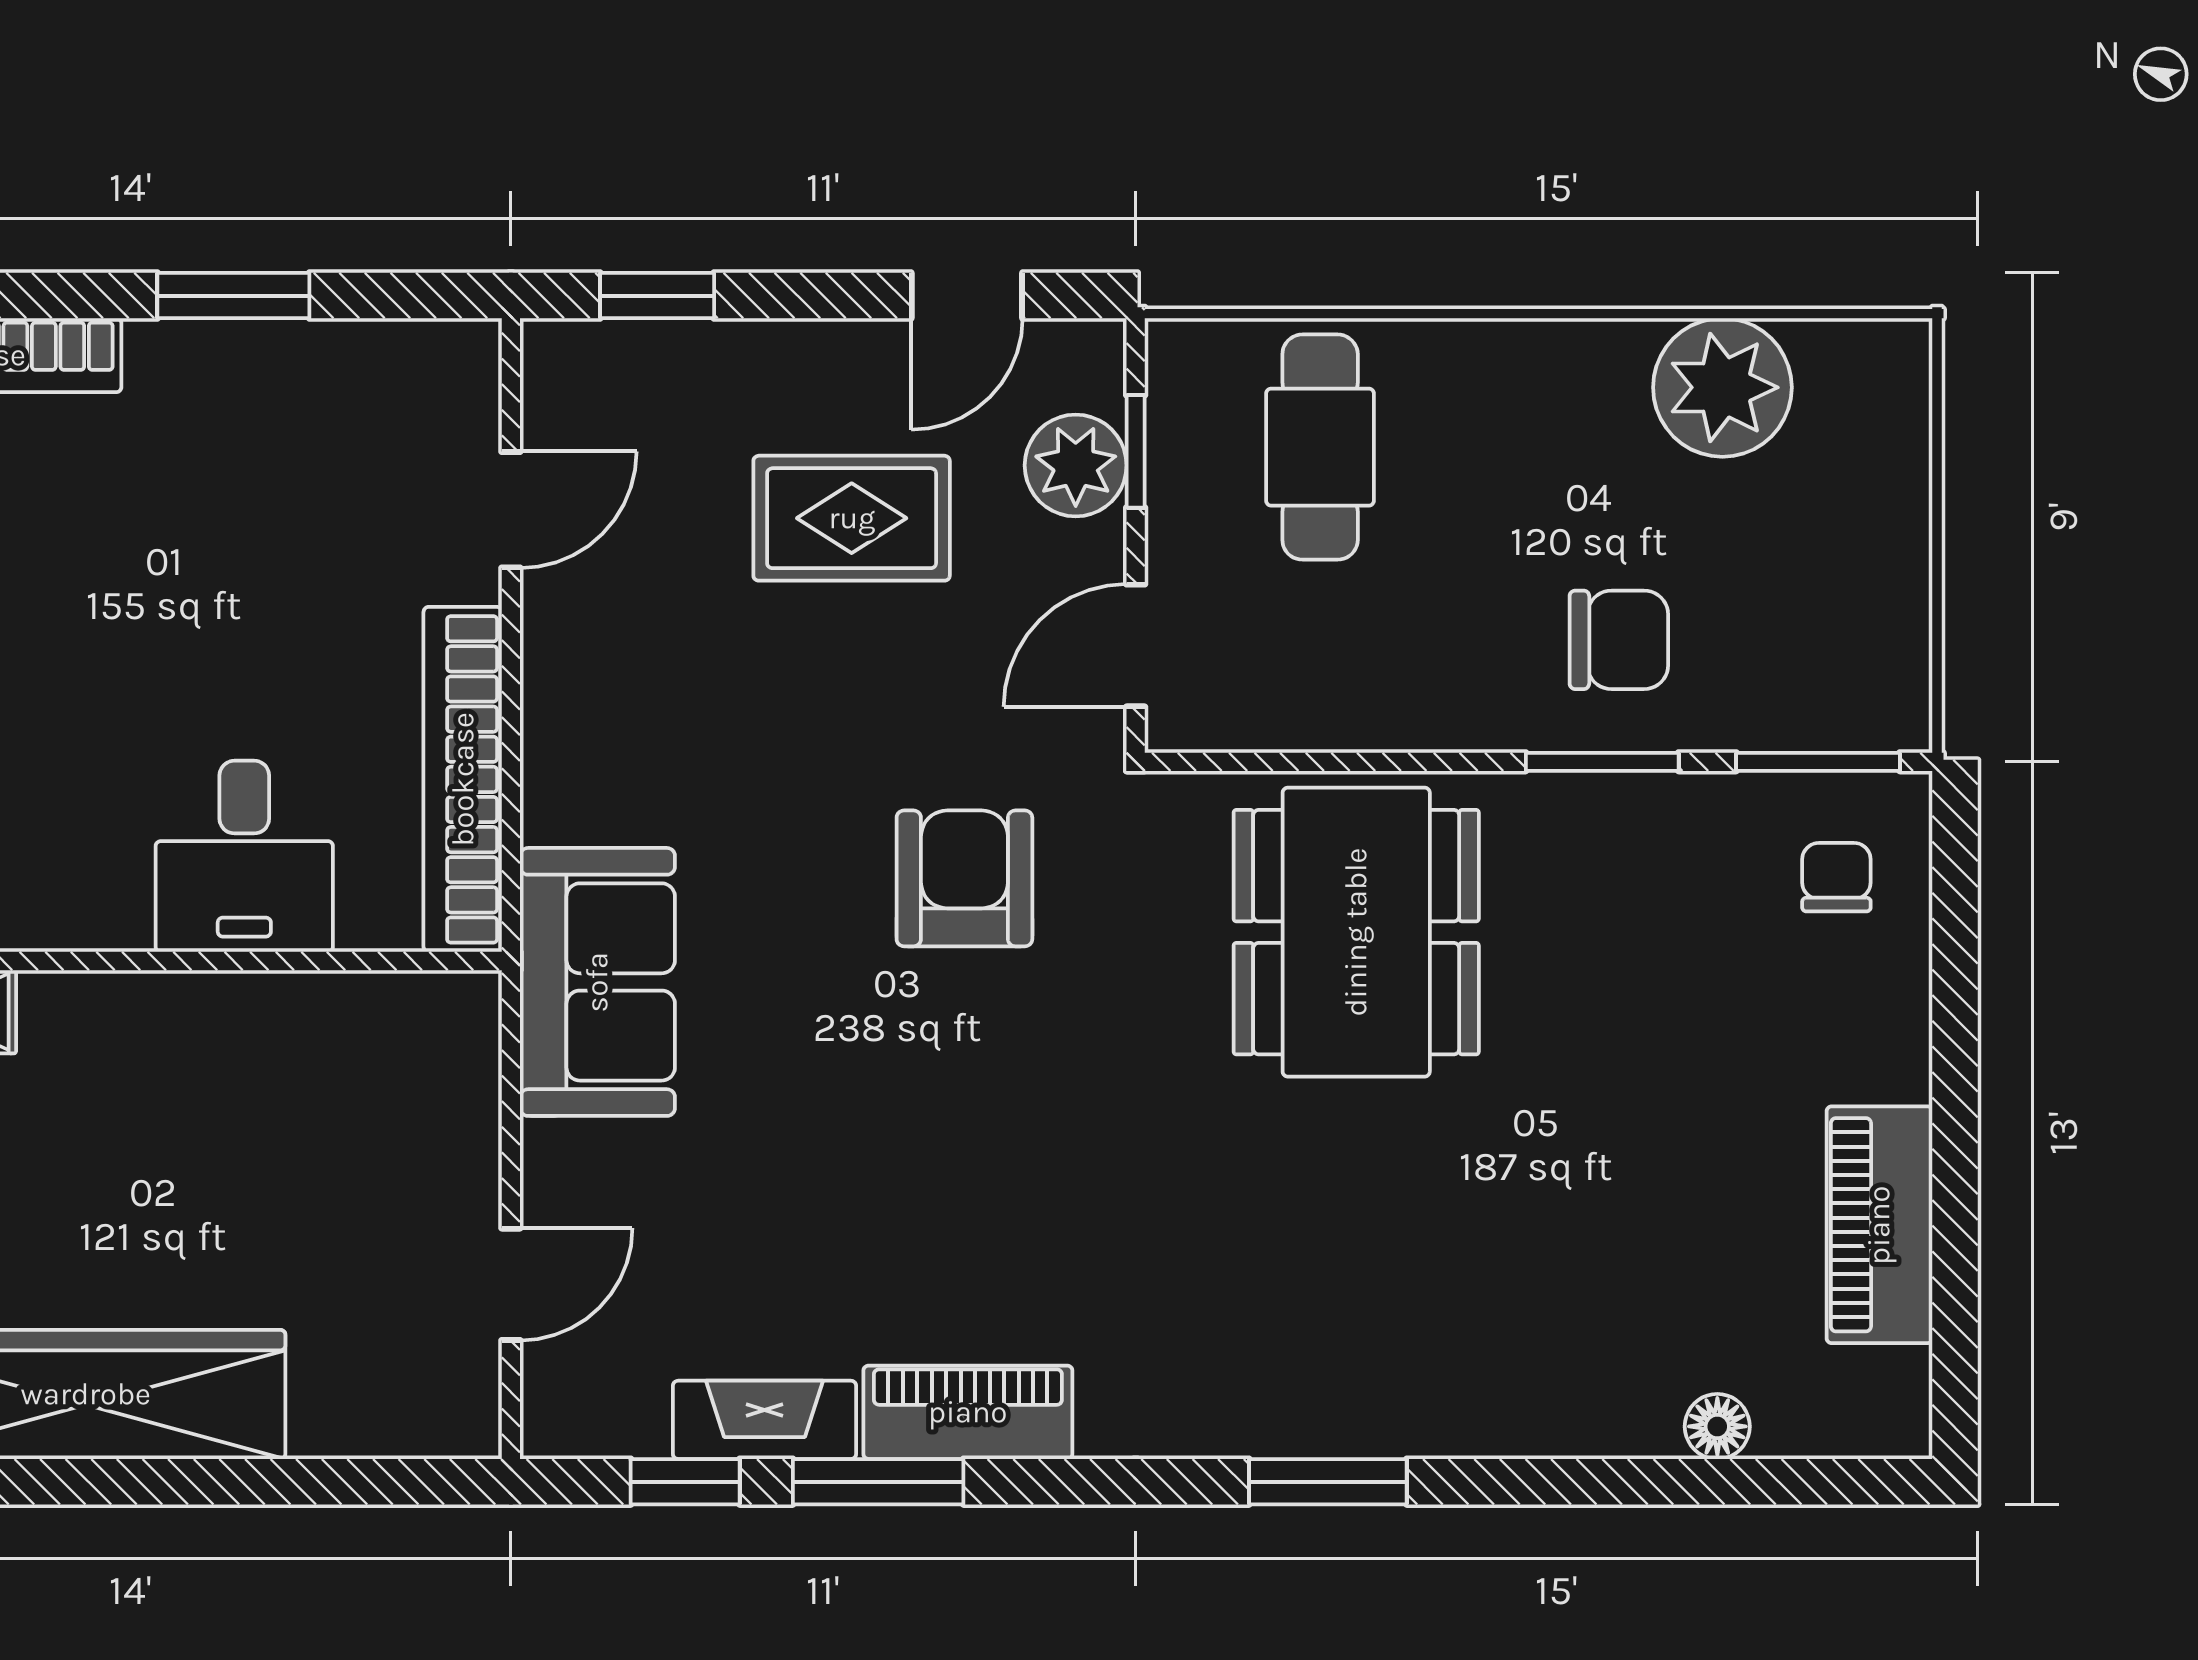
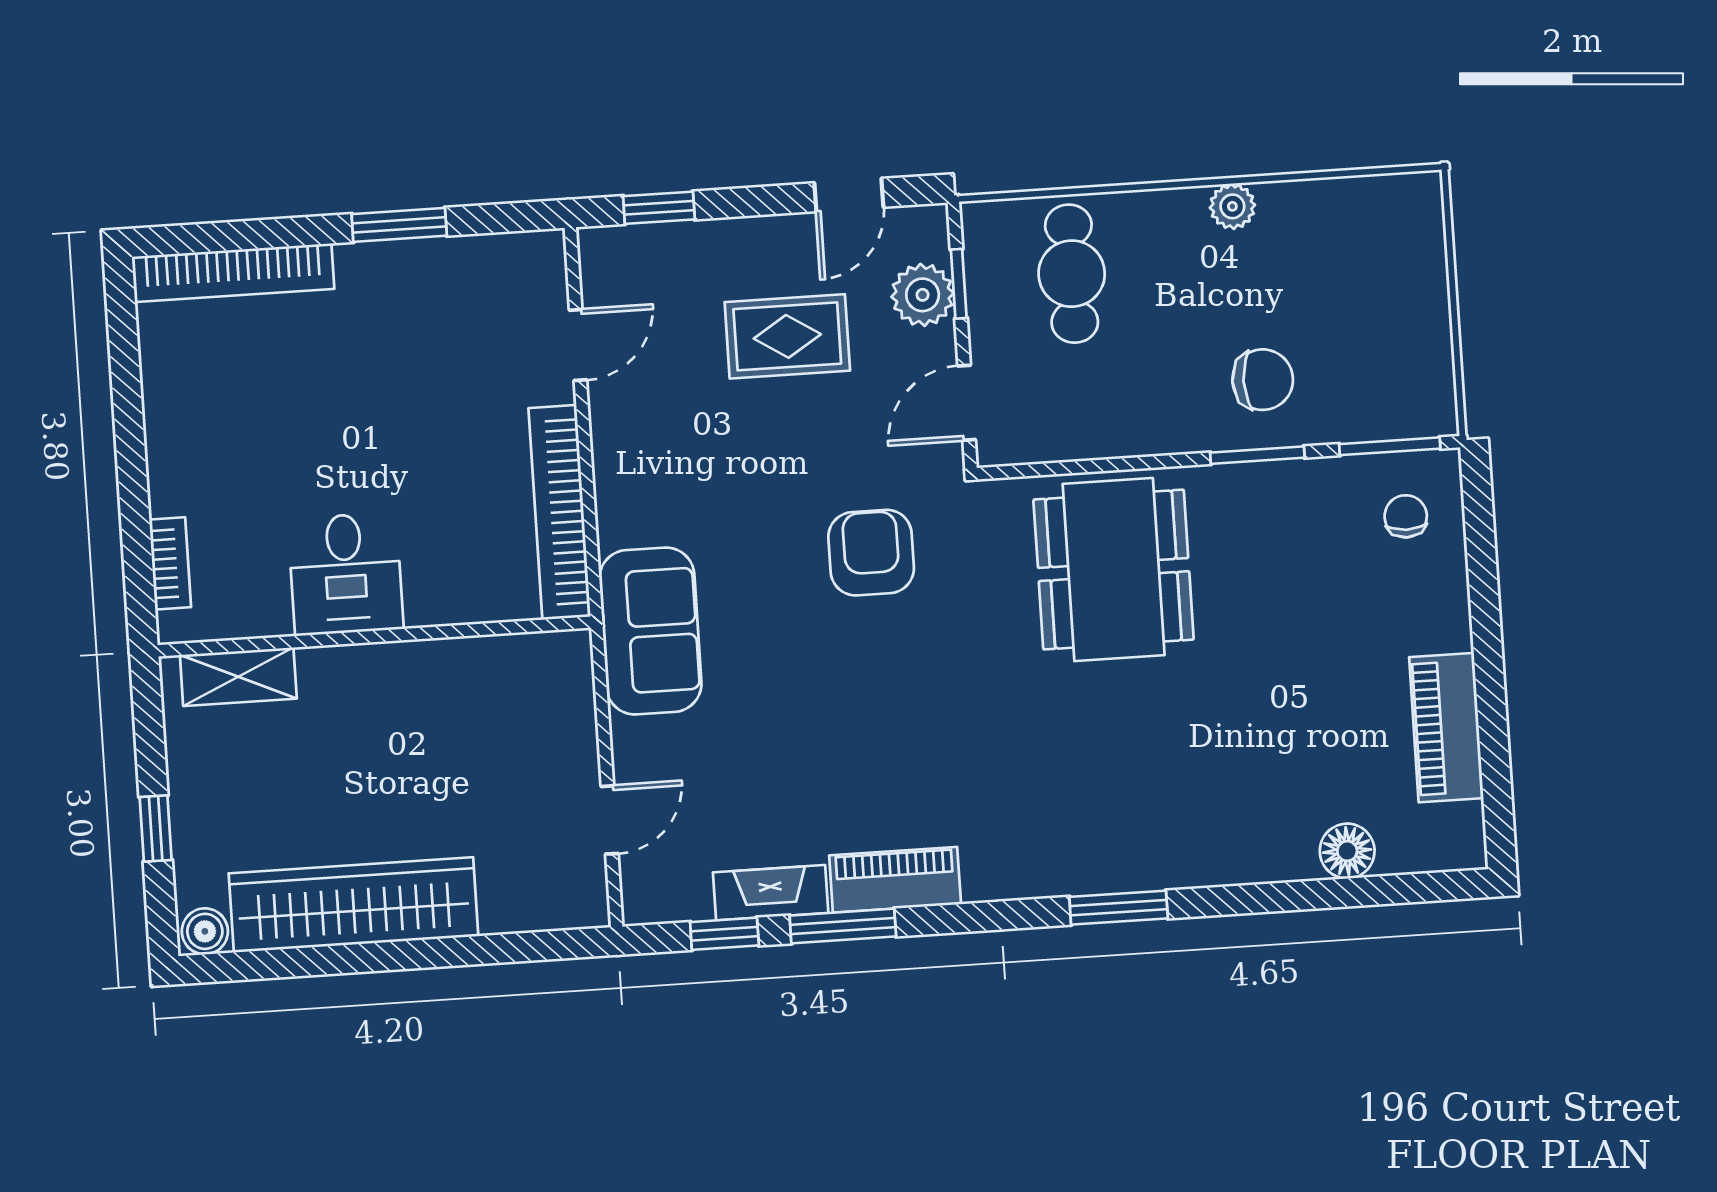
plant: (1722, 387) -> (1232, 206), moved, width x0.53, depth x0.53
desk: (244, 856) -> (346, 574), moved
floor lamp: (1717, 1426) -> (1347, 851), width x1.37, depth x1.37

